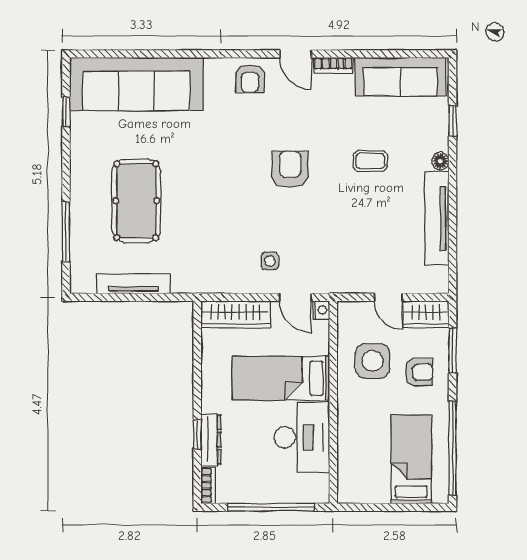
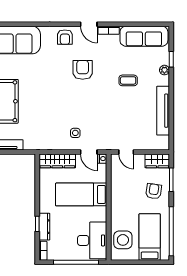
plant: (440, 141) -> (164, 70), added
floor lamp: (440, 161) -> (165, 80), removed
armchair: (290, 169) -> (83, 70), moved
door: (388, 297) -> (126, 152), moved
side table: (373, 361) -> (123, 240), moved
armchair: (419, 372) -> (154, 191), turned -80
desk: (302, 437) -> (92, 240), moved

